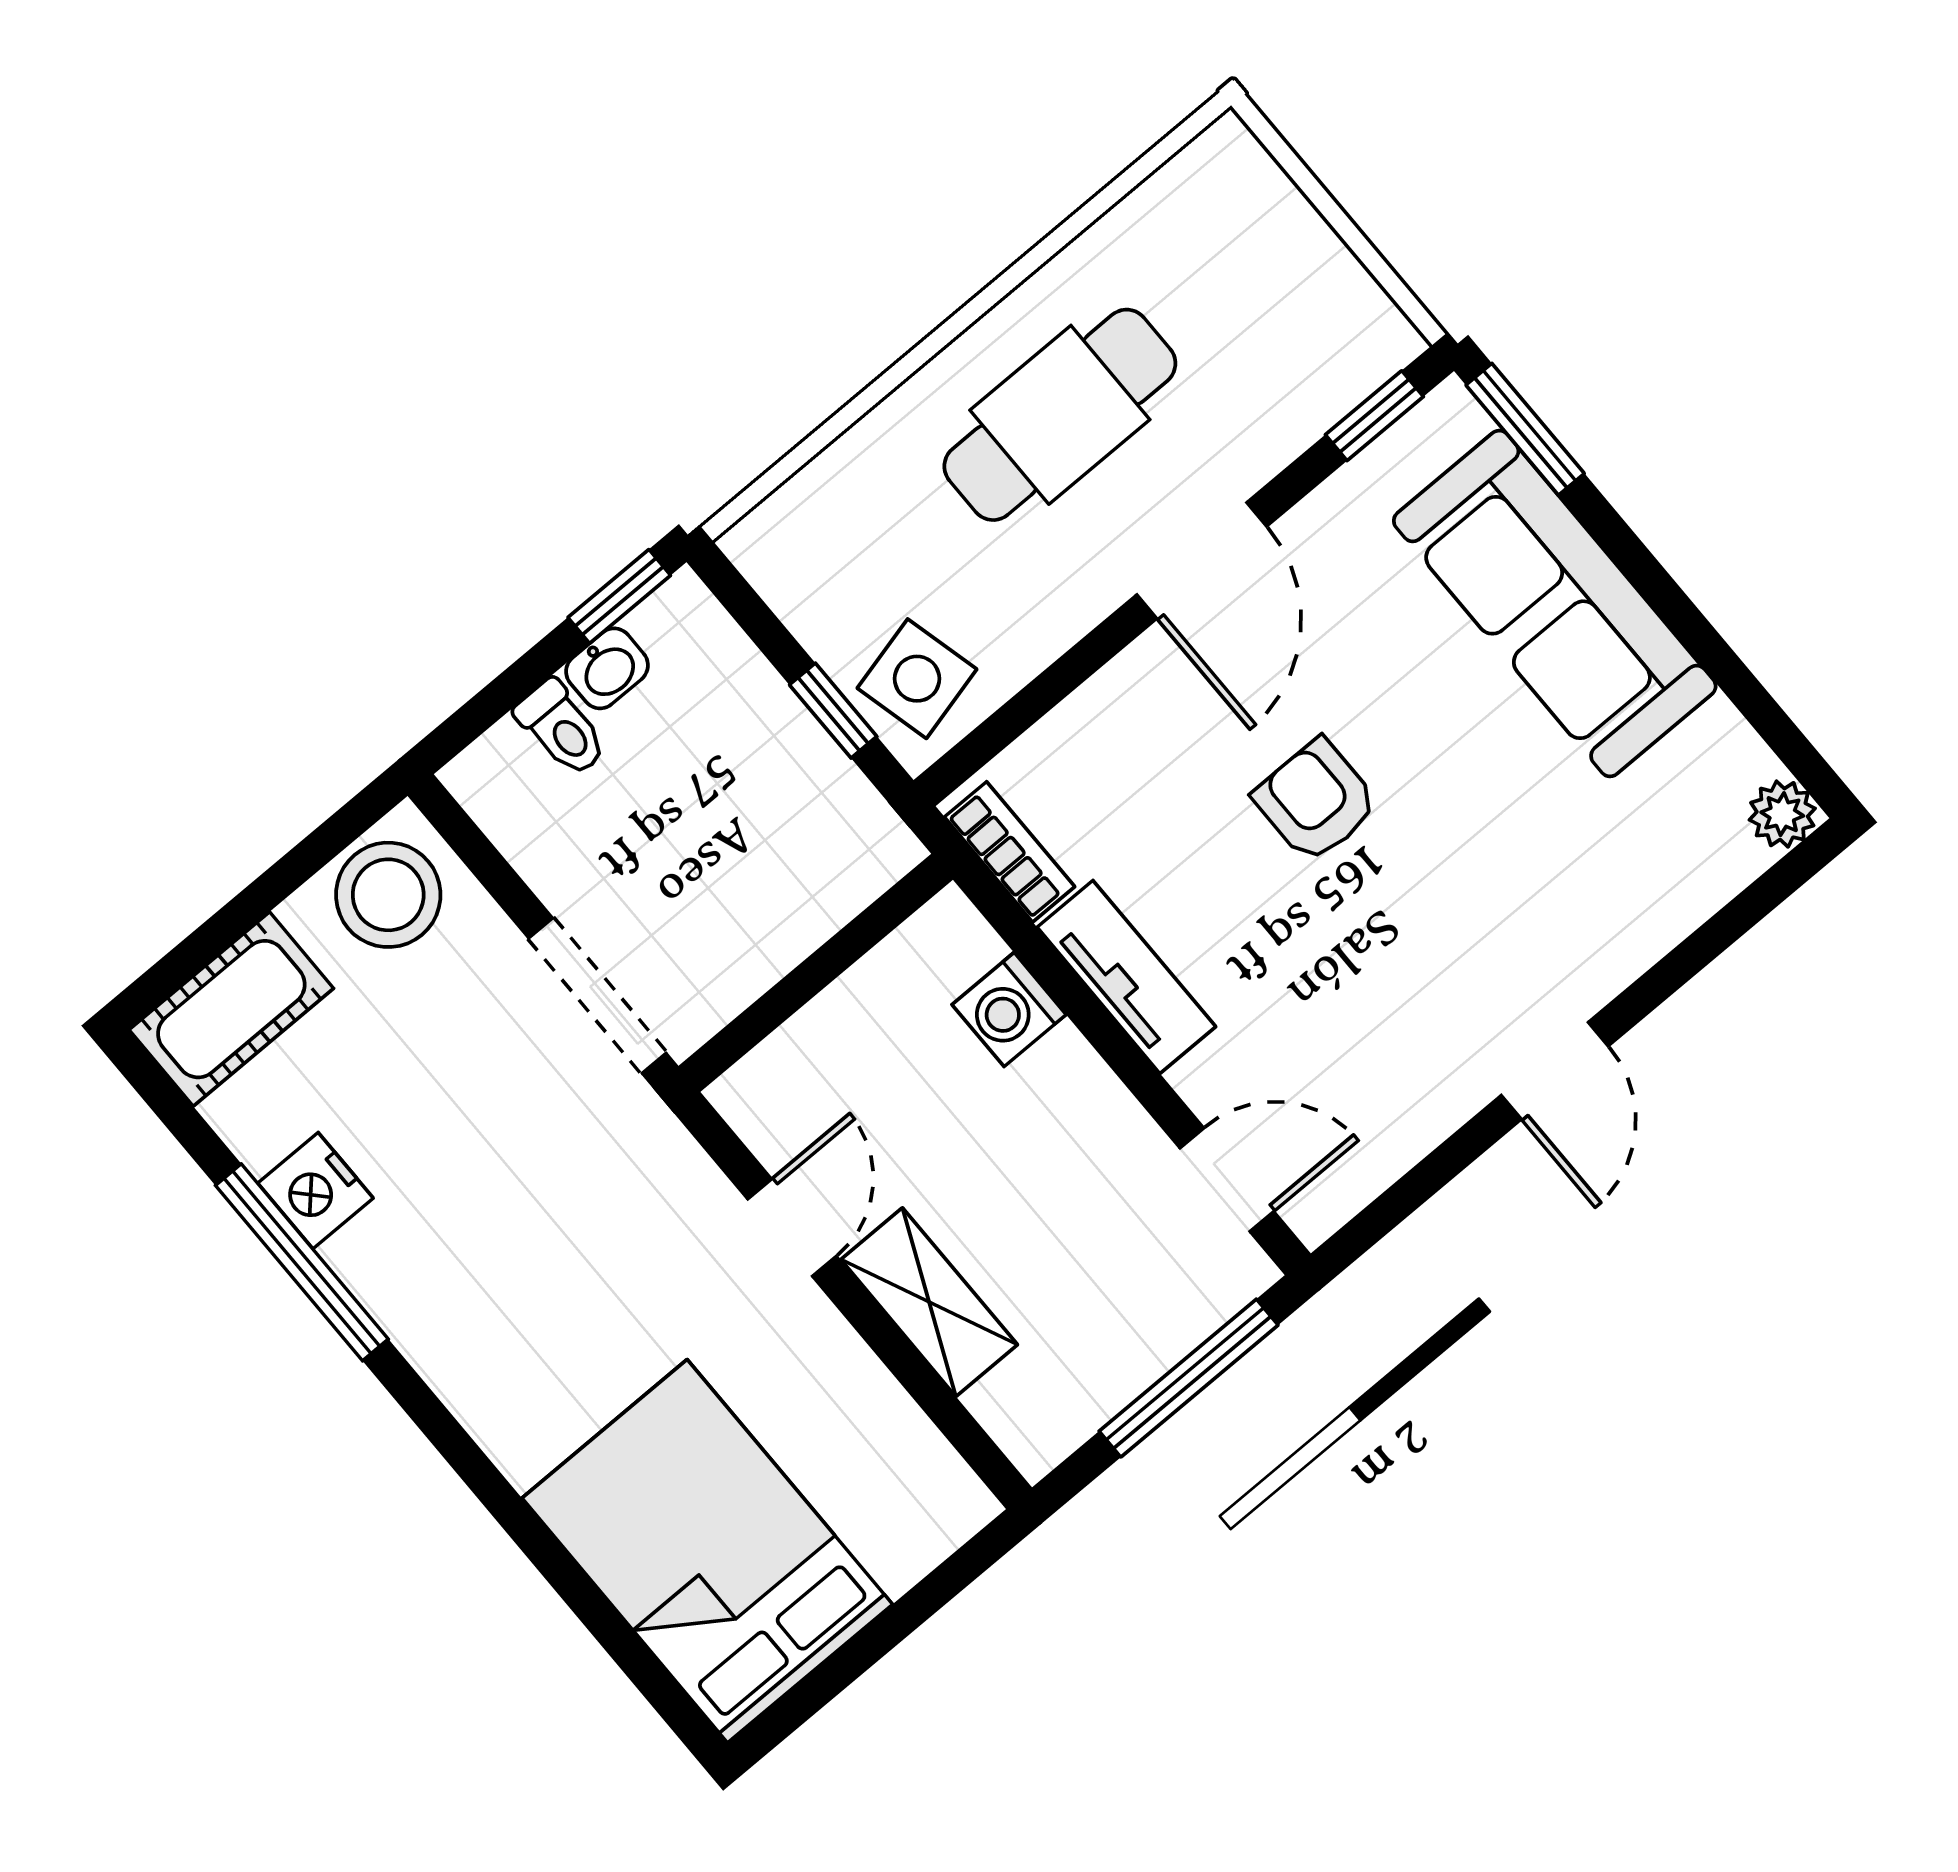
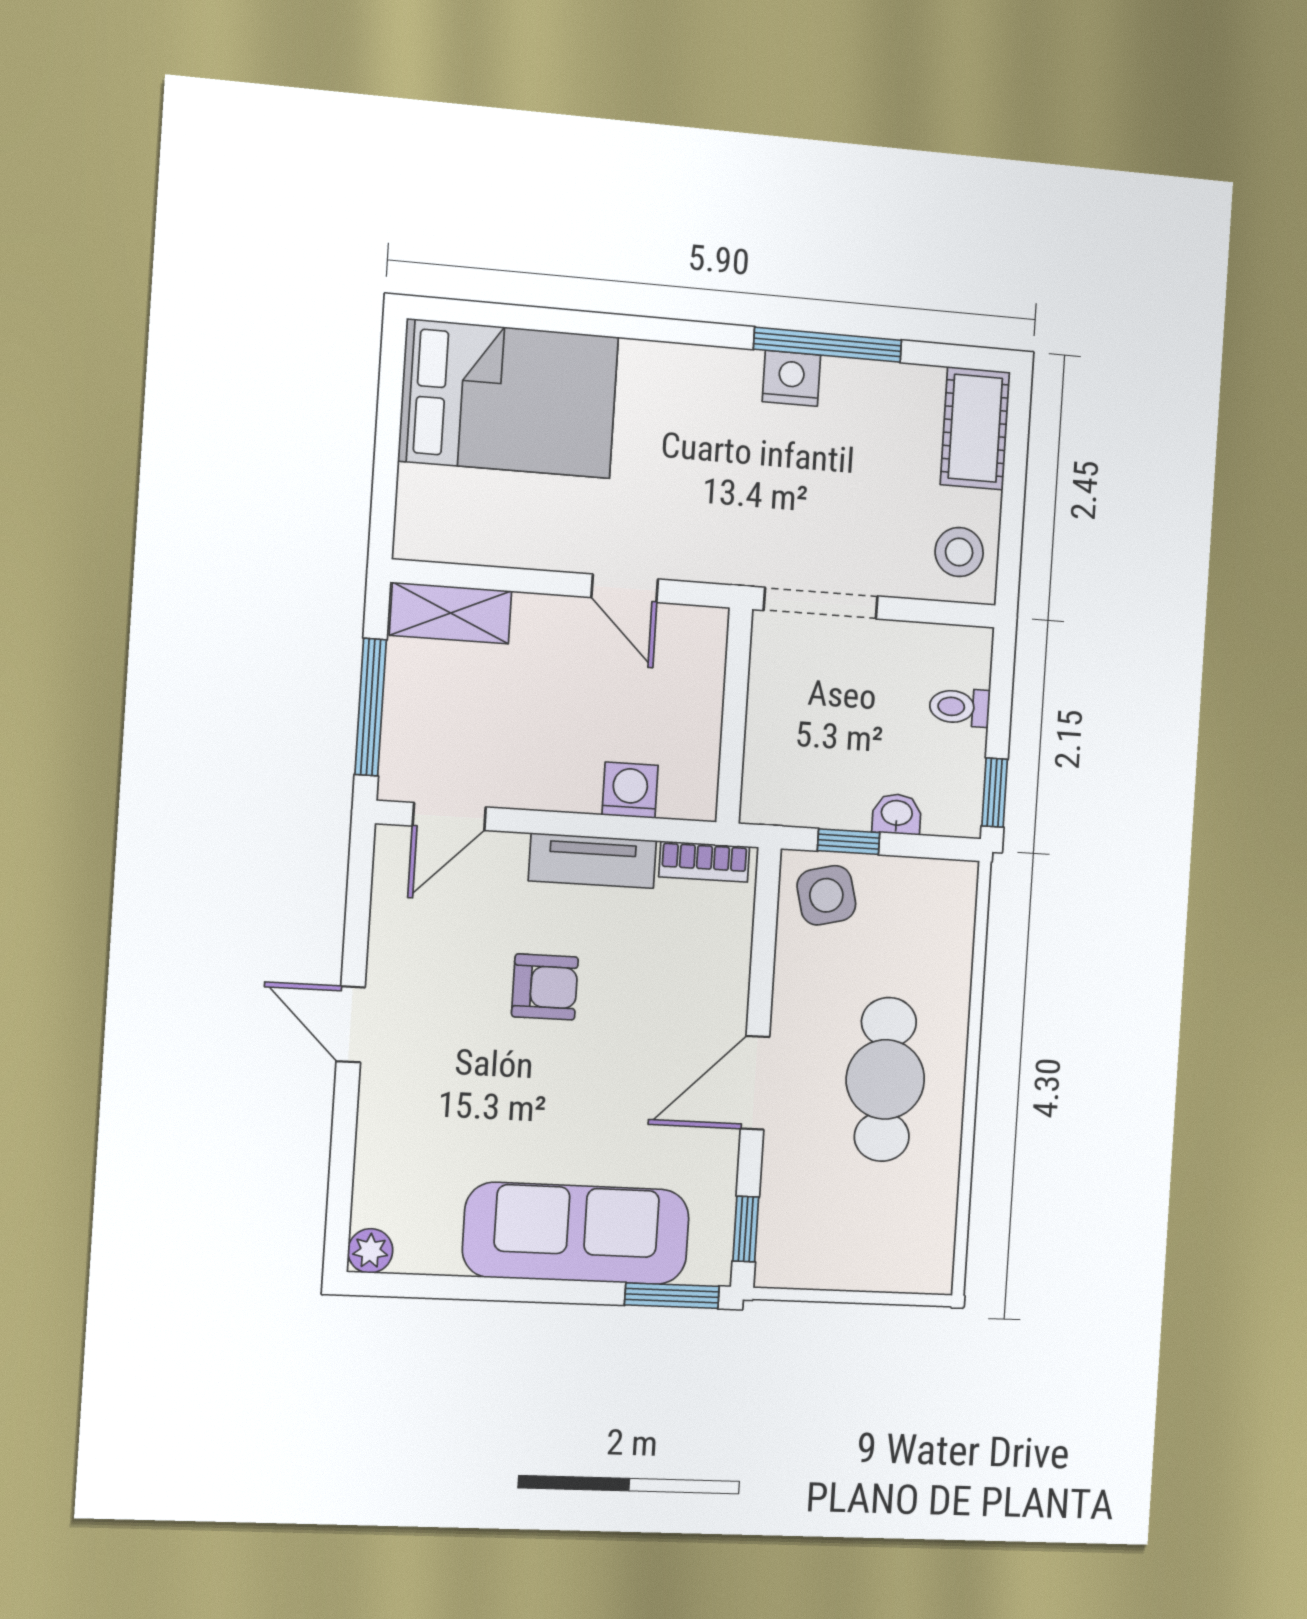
door: (1202, 560) -> (755, 1083), hinge flipped
washbasin: (607, 668) -> (897, 814), moved, turned 90
armchair: (1316, 801) -> (545, 987), moved
stool: (388, 895) -> (959, 552), width x0.73, depth x0.73
nightstand: (315, 1191) -> (791, 378), moved
shelving: (929, 1302) -> (451, 613), moved

